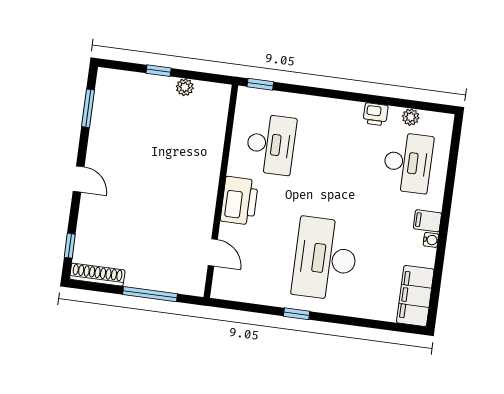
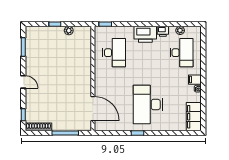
printer: (239, 201) -> (145, 34), moved, turned 90
door: (213, 252) -> (93, 109), width x1.88

